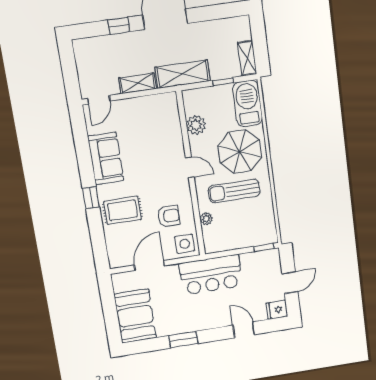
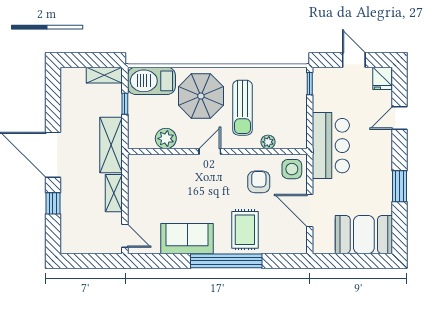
window: (91, 198) -> (226, 261), width x3.17

